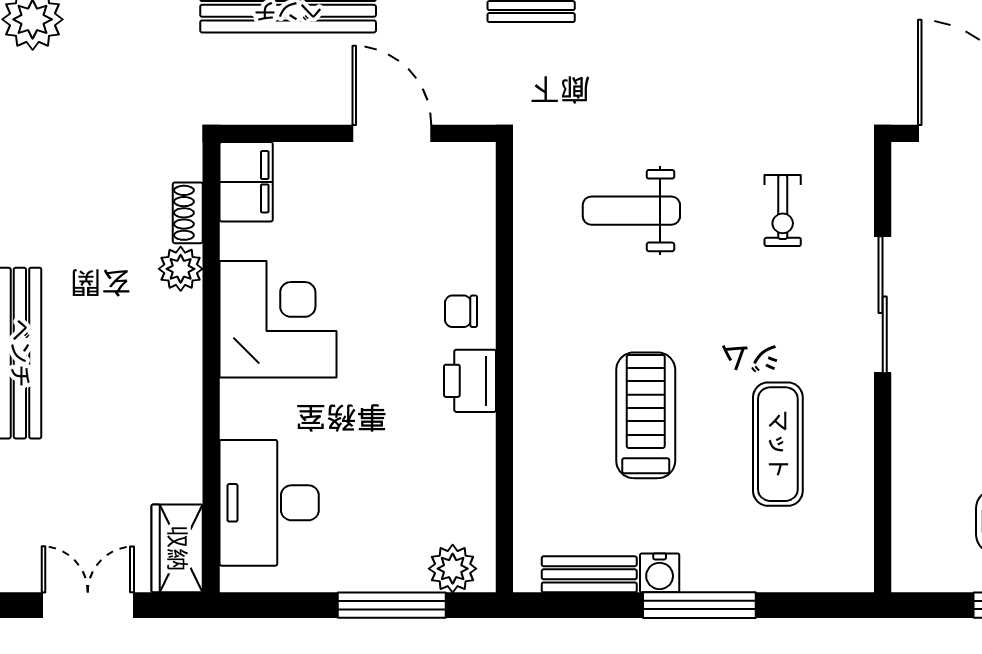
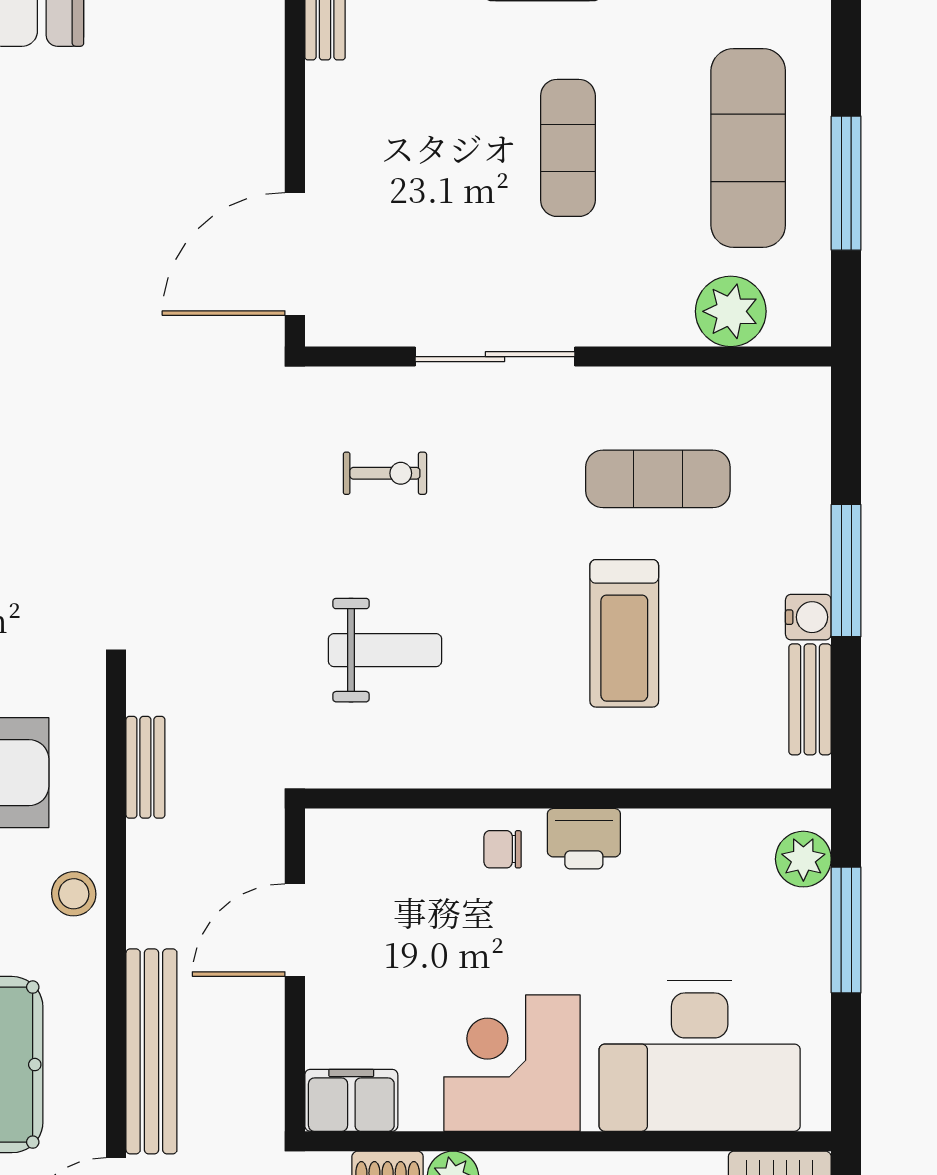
weight bench: (631, 211) -> (385, 650), turned -90
chair: (461, 311) -> (503, 849), turned 90
treadmill: (646, 415) -> (624, 633), turned -90
desk: (269, 503) -> (700, 1056), width x1.36, depth x1.30
plant: (921, 506) -> (731, 311), added

